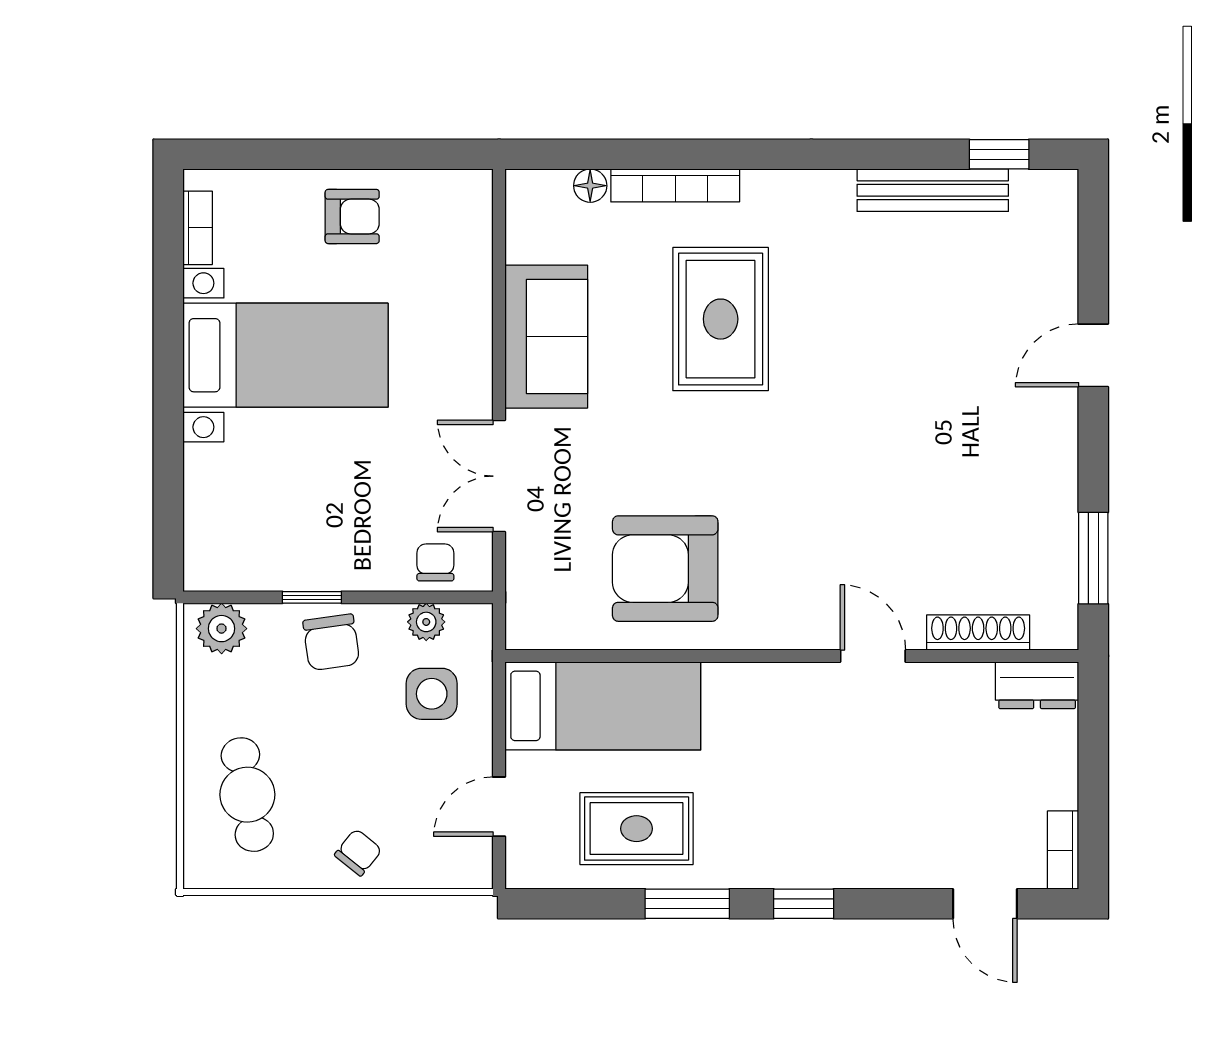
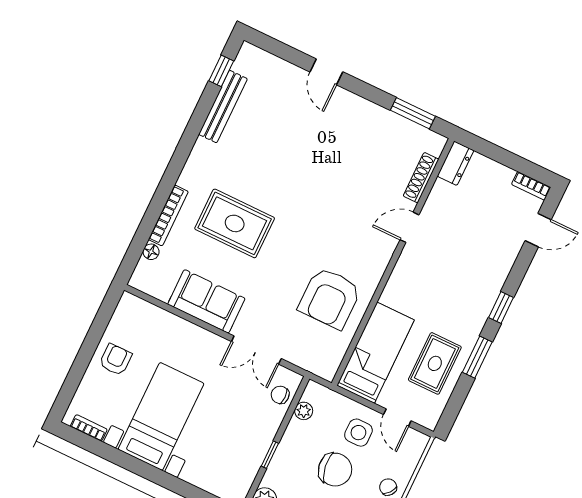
chair: (331, 642) -> (335, 470), moved, width x1.37, depth x1.37
side table: (432, 694) -> (358, 433), moved

